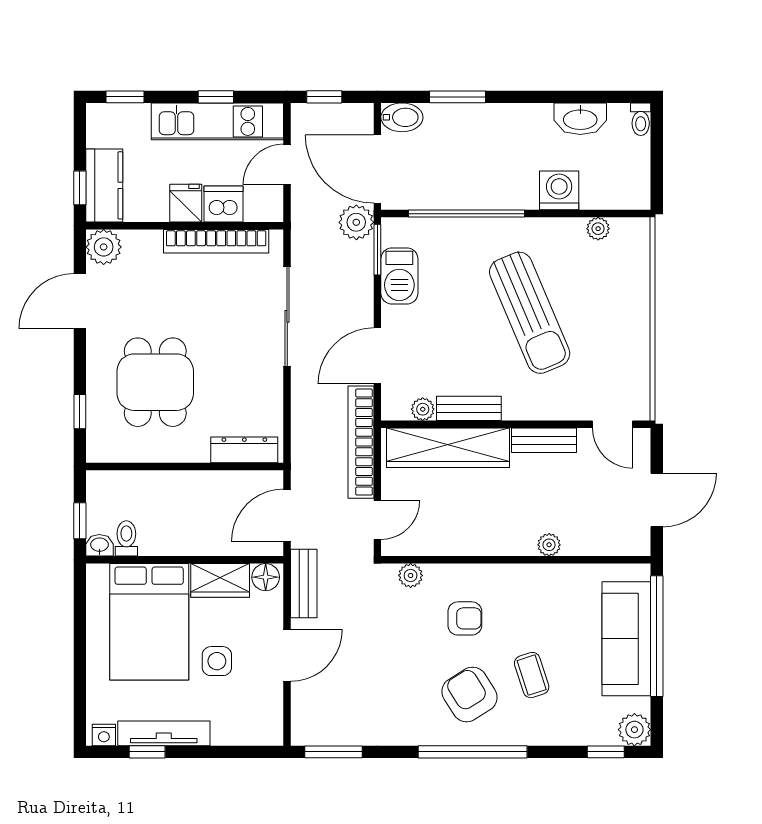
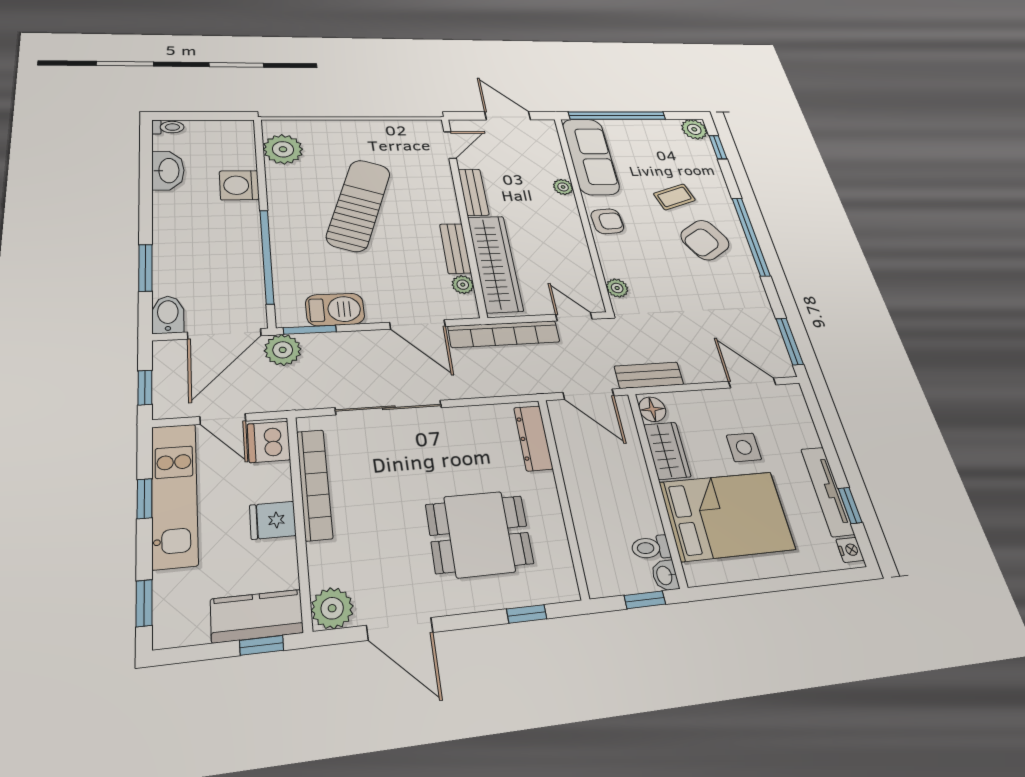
dishwasher: (224, 204) -> (269, 442), moved
plant: (598, 229) -> (283, 149), width x1.88, depth x1.88
sun lounger: (530, 313) -> (359, 205), turned -47
armchair: (465, 618) -> (607, 221), moved, turned 86
sofa: (626, 639) -> (591, 156), moved, turned -90
door: (287, 655) -> (752, 383), moved

